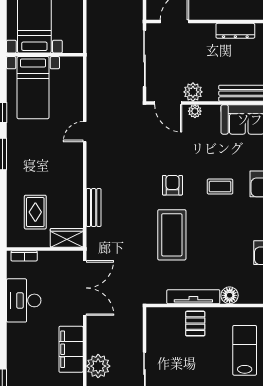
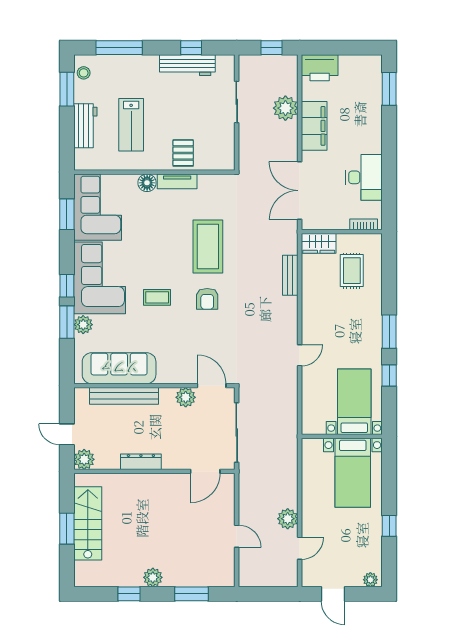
plant: (195, 111) -> (184, 377), removed
tv unit: (193, 297) -> (177, 181), width x0.71

